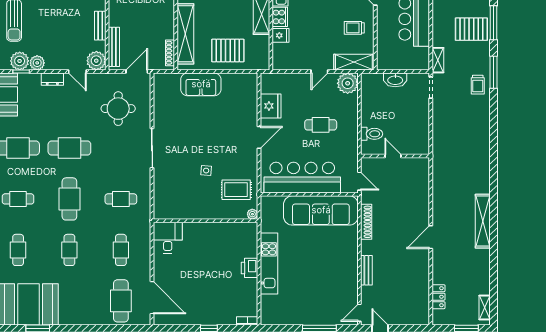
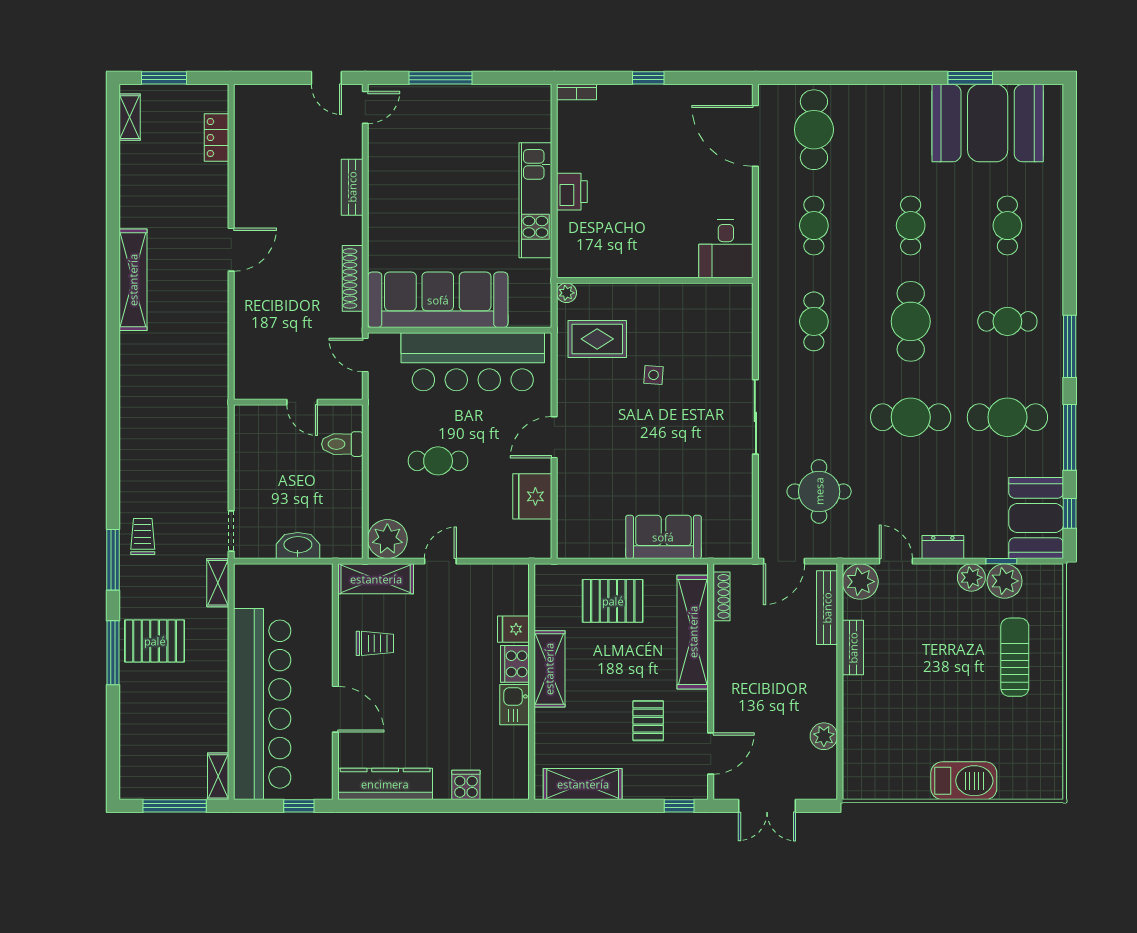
cafe table: (121, 199) -> (814, 321), turned 90

